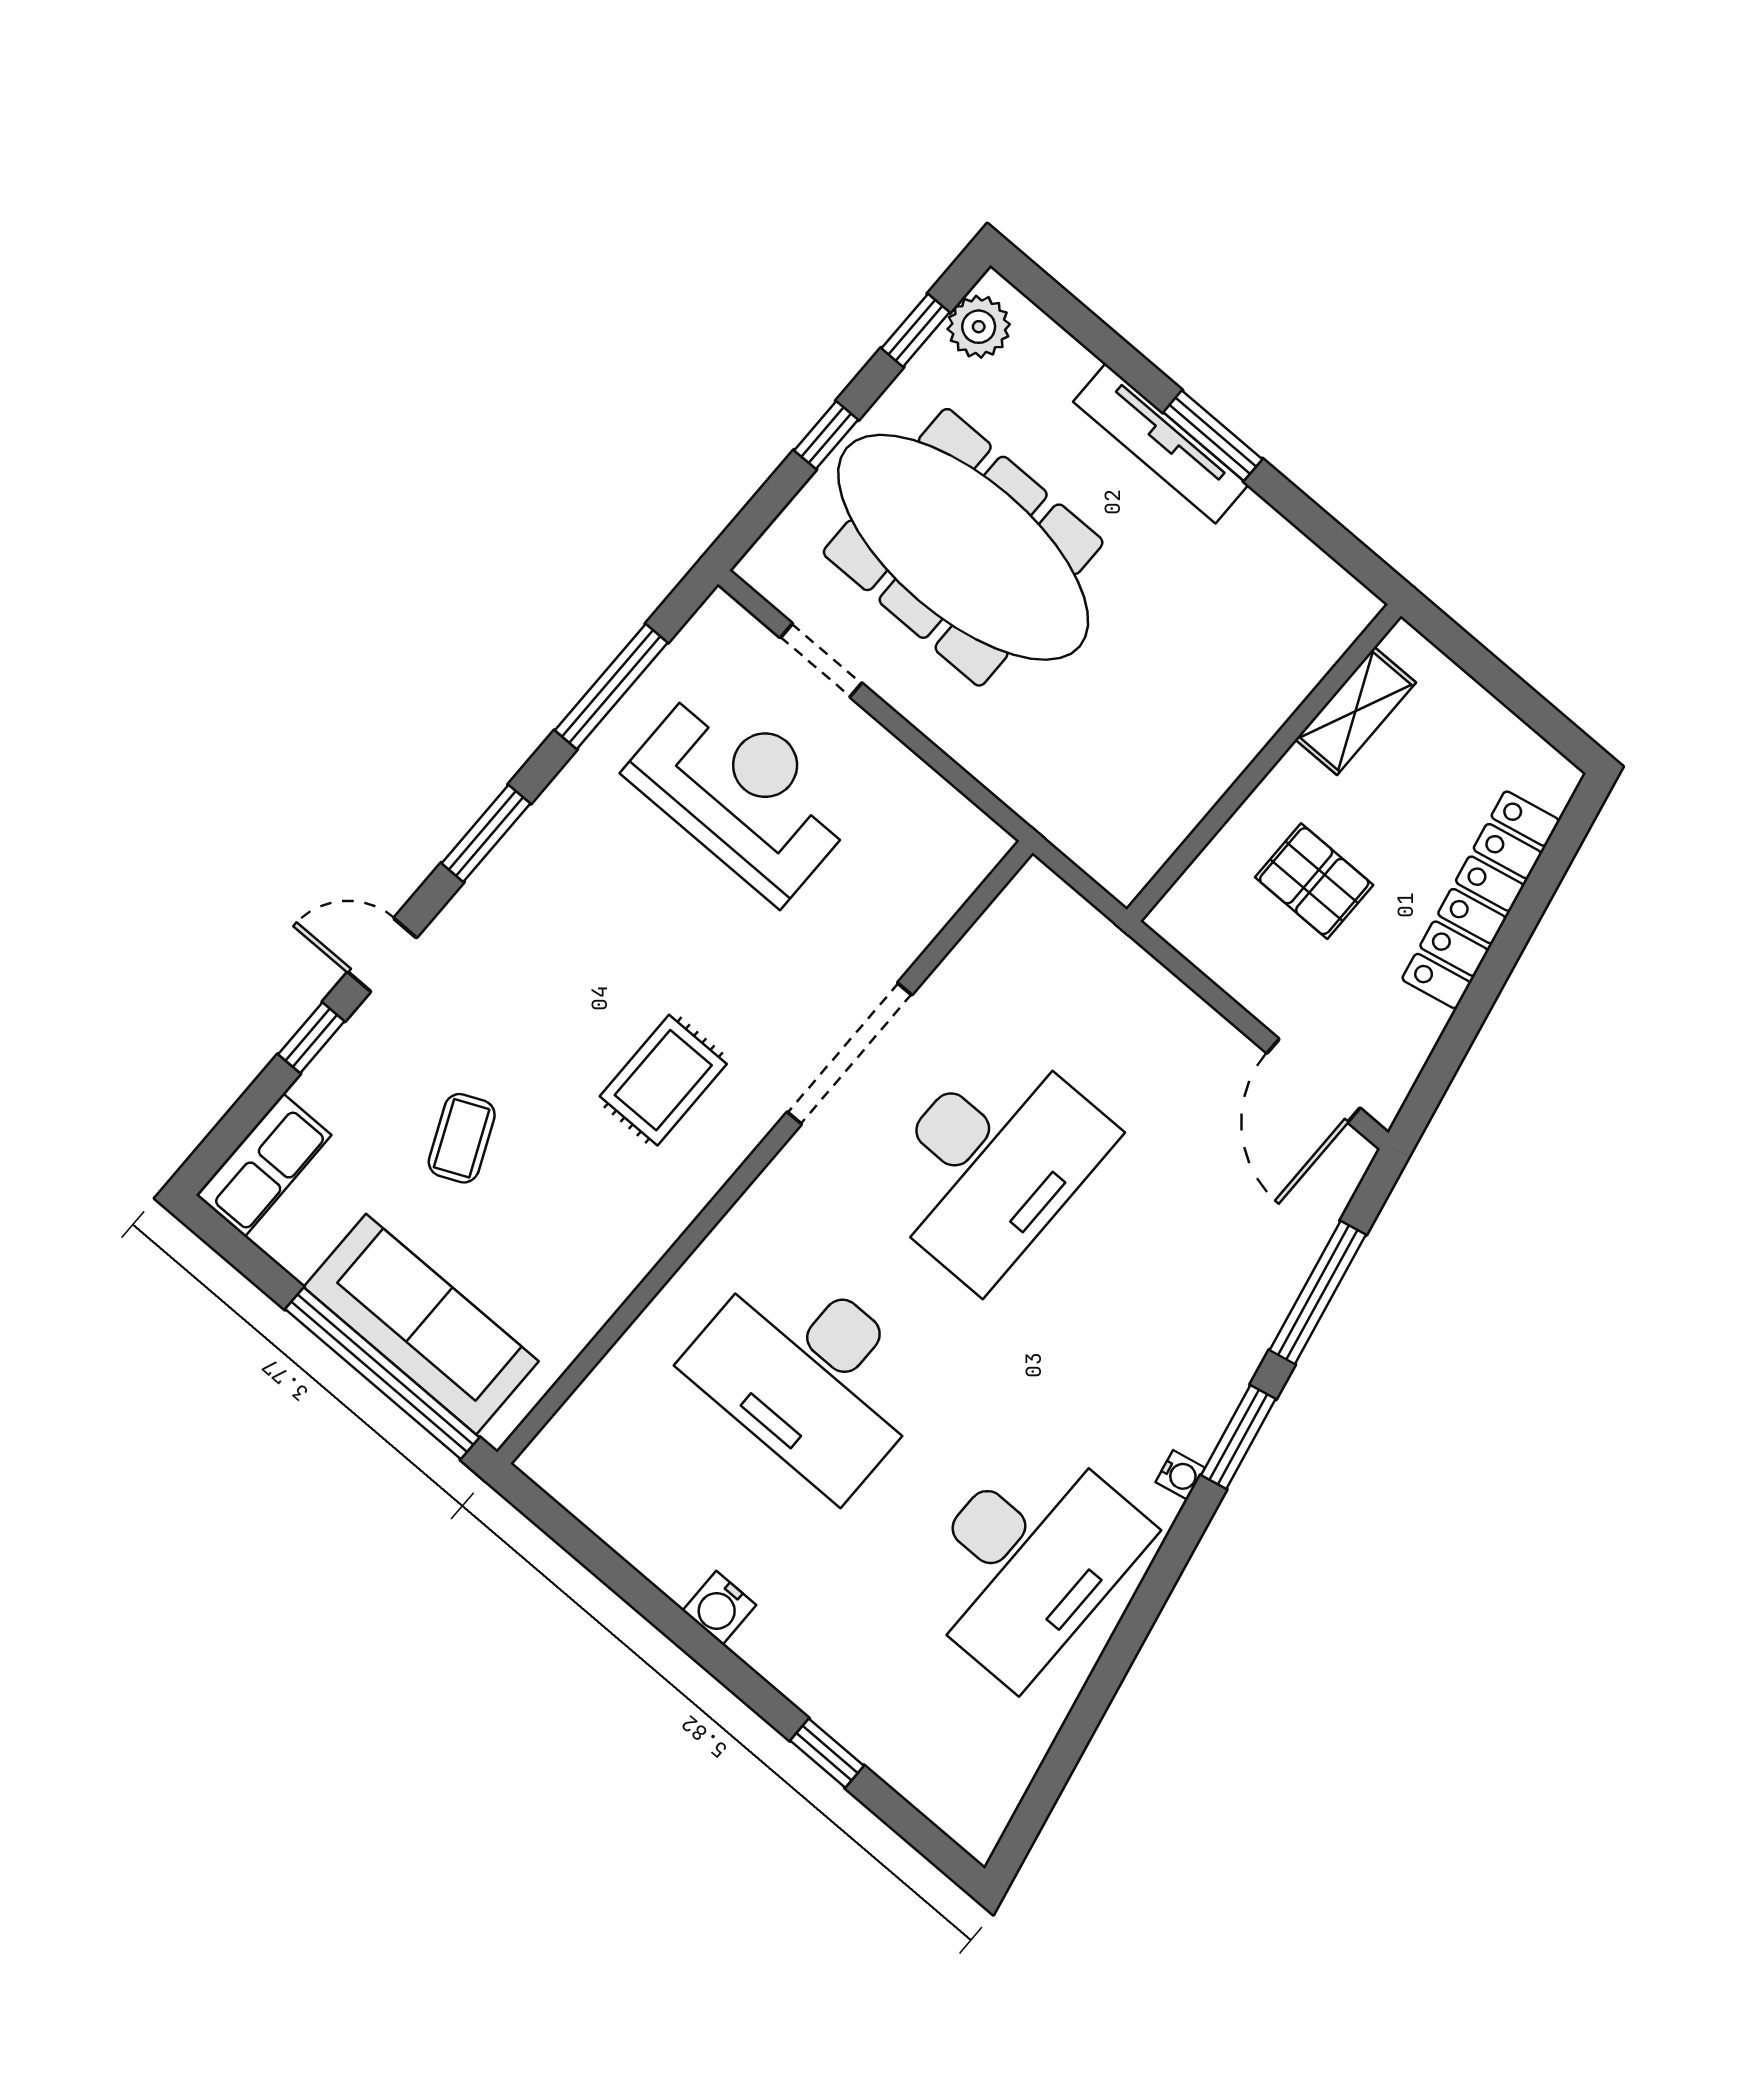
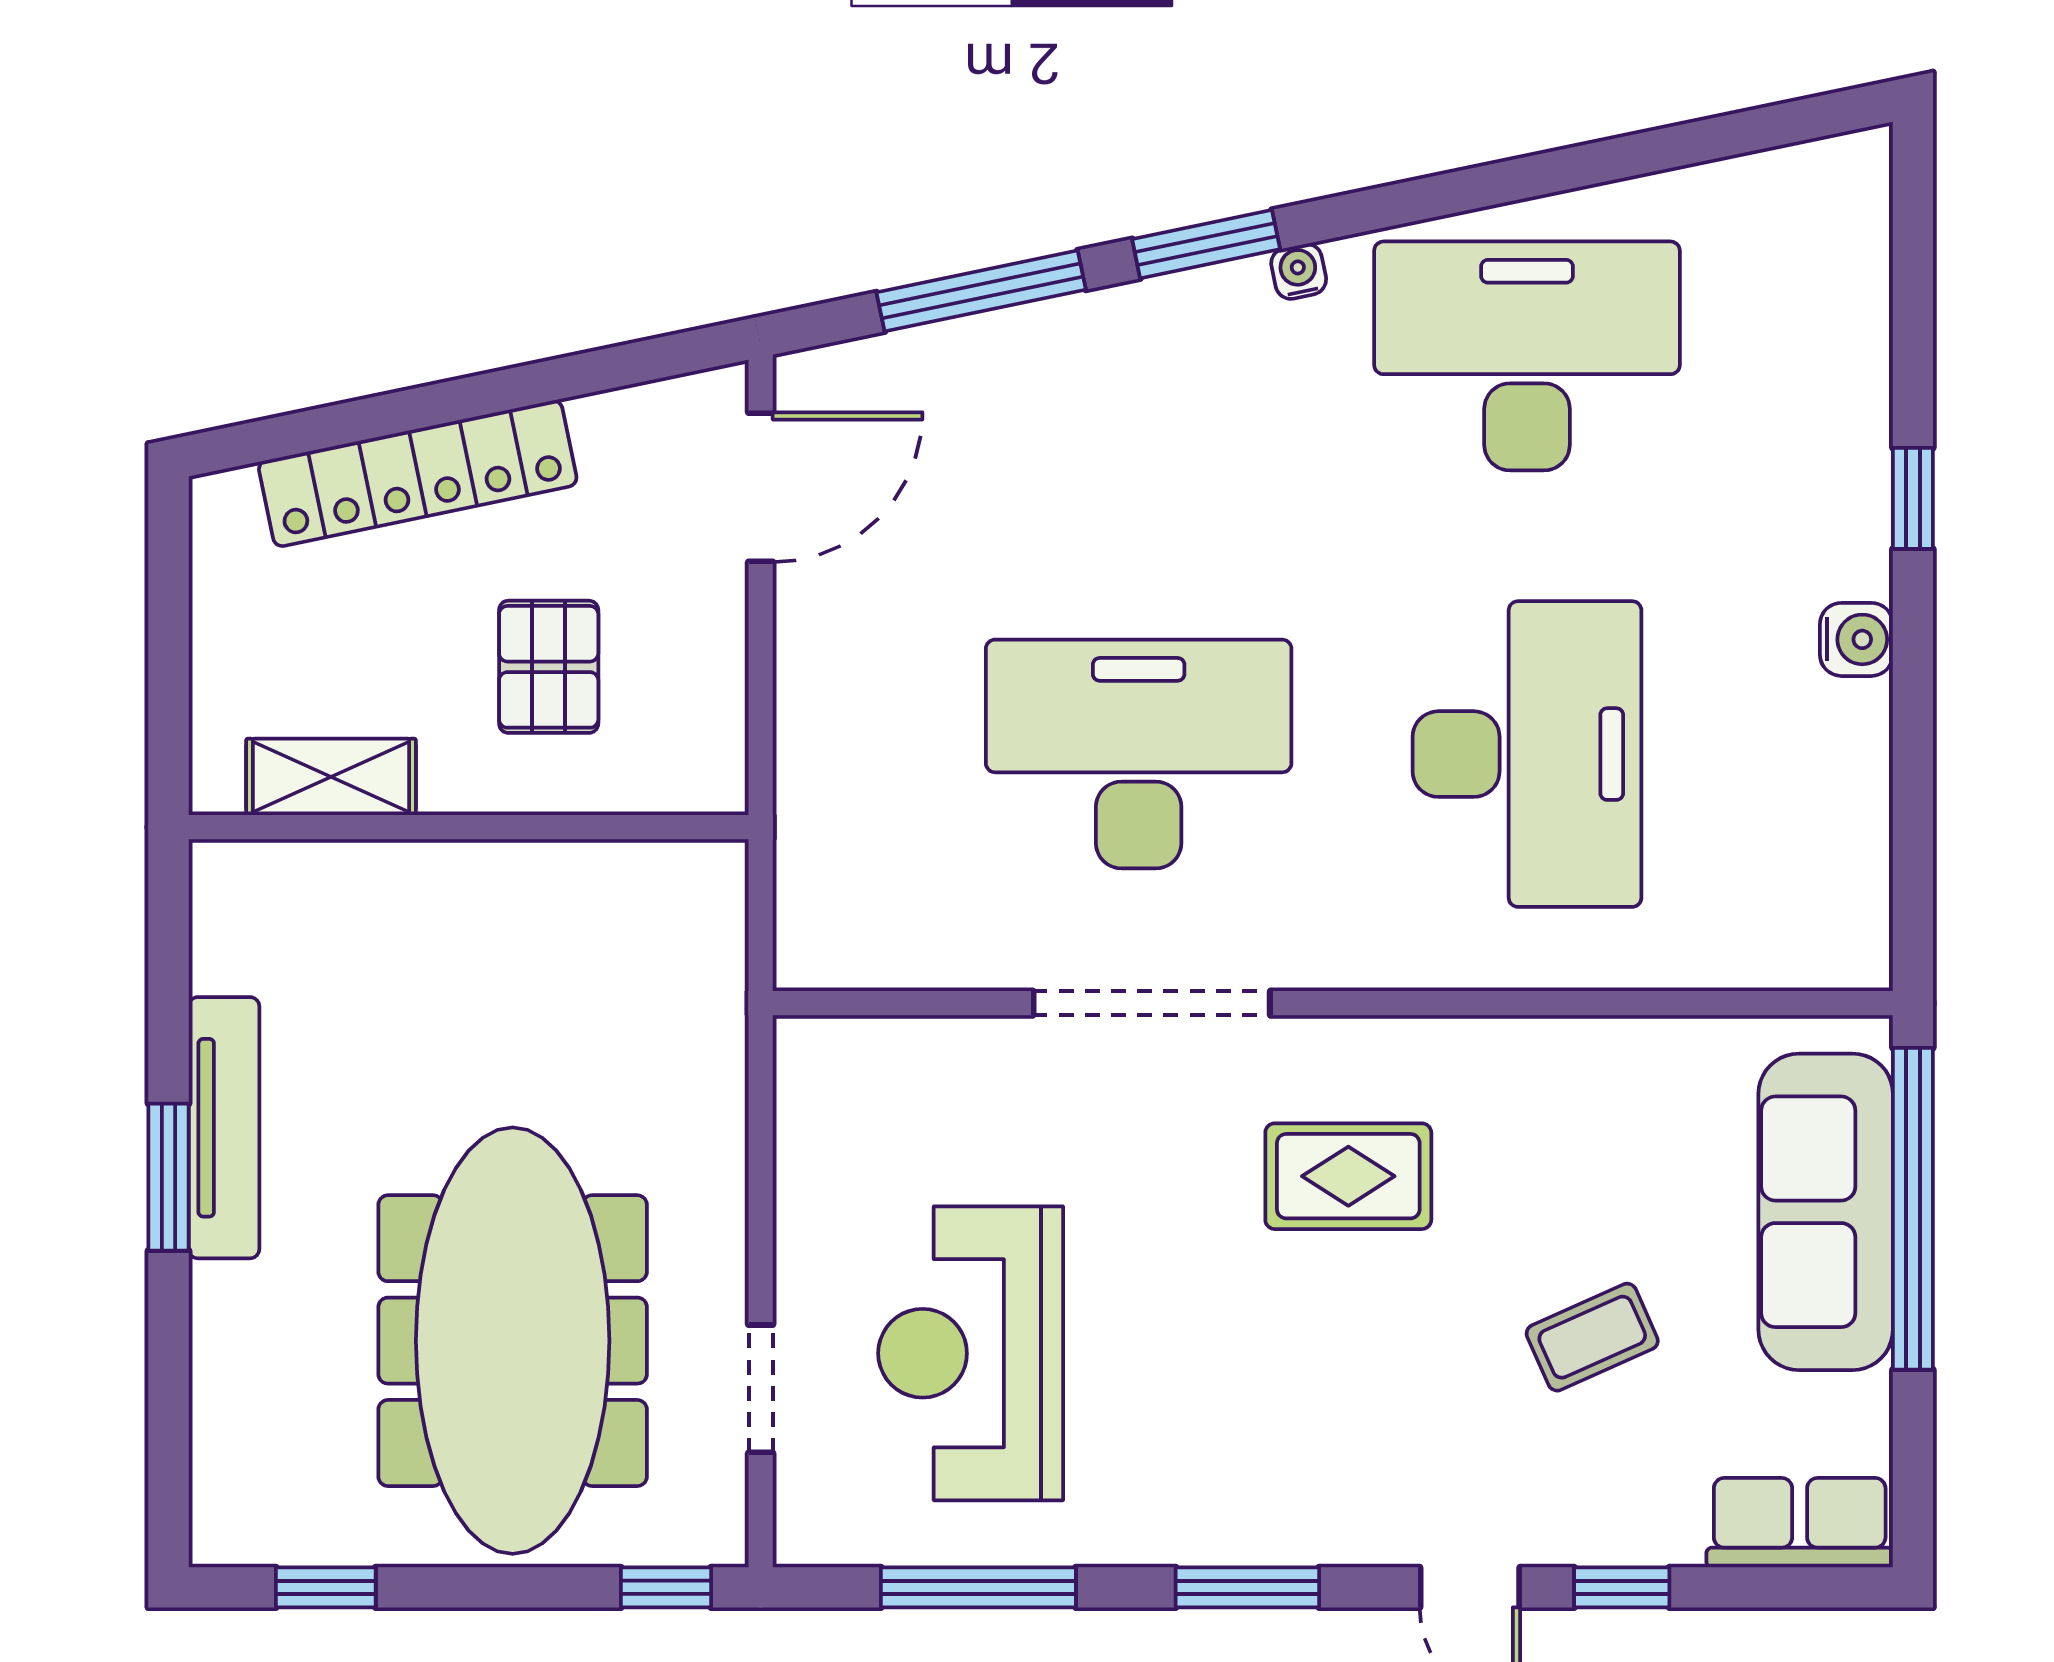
plant: (979, 327) -> (265, 1524), removed
window: (826, 435) -> (666, 1587), moved
tv unit: (1161, 443) -> (224, 1128), moved
window: (827, 1753) -> (1913, 498), moved

